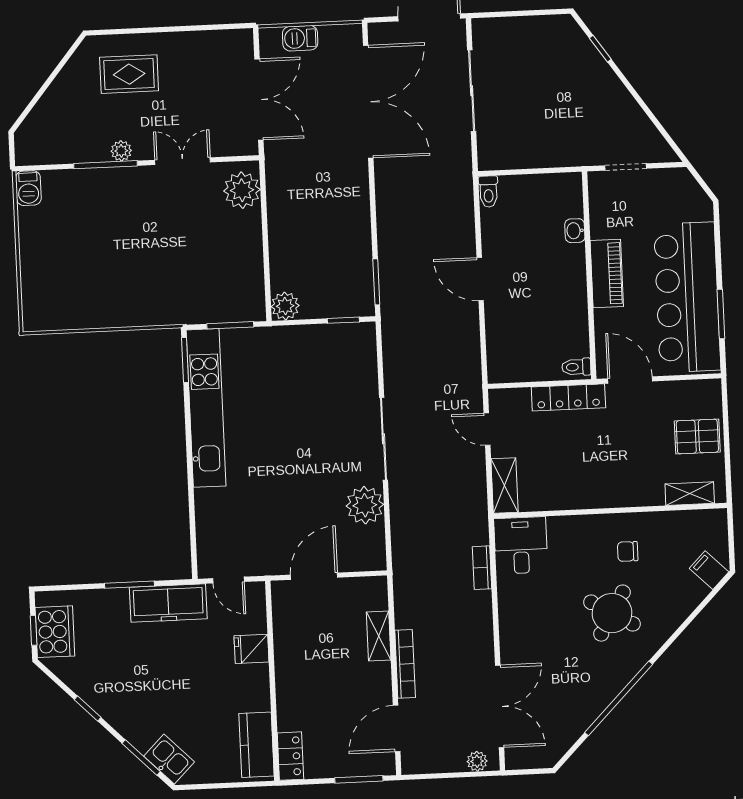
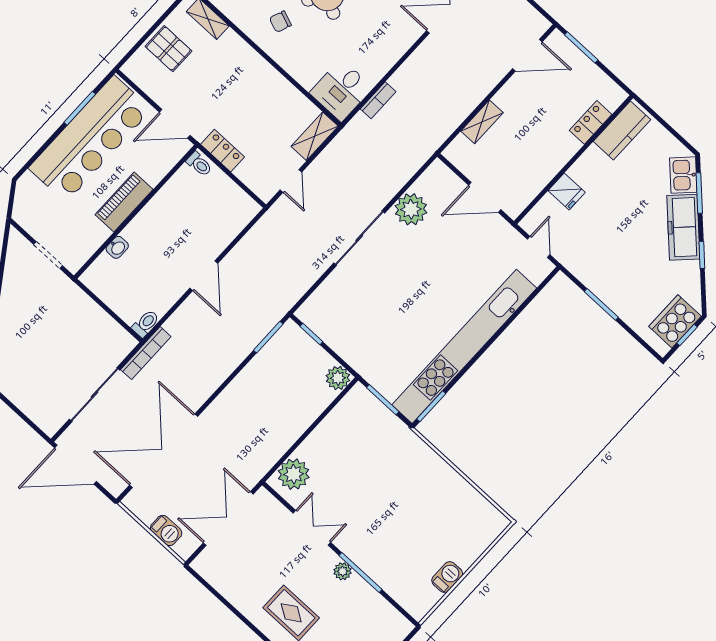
double door: (183, 161) -> (312, 528), swing flipped
barbecue: (28, 188) -> (447, 577), moved
door: (630, 380) -> (175, 124), hinge flipped
locker: (568, 397) -> (222, 151), width x0.66
kitchen unit: (206, 408) -> (464, 346), width x1.36
chair: (628, 551) -> (280, 22), turned 111
freezer: (168, 603) -> (683, 227), moved, turned -135
bookcase: (405, 664) -> (146, 353), moved, turned 180
locker: (290, 756) -> (591, 122), moved

